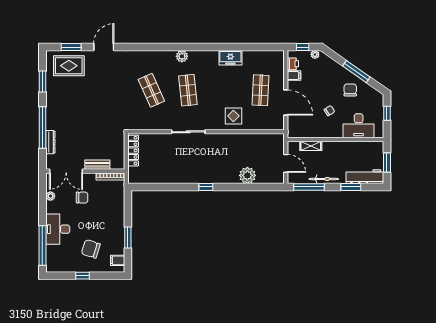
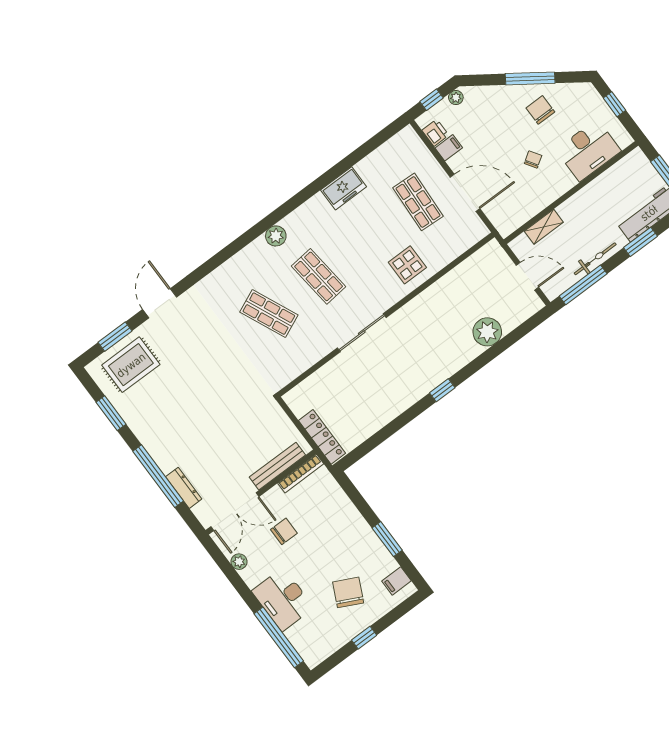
locker: (133, 151) -> (322, 437), moved
bench: (97, 165) -> (277, 466), width x1.36
chair: (91, 249) -> (348, 592), turned 99

